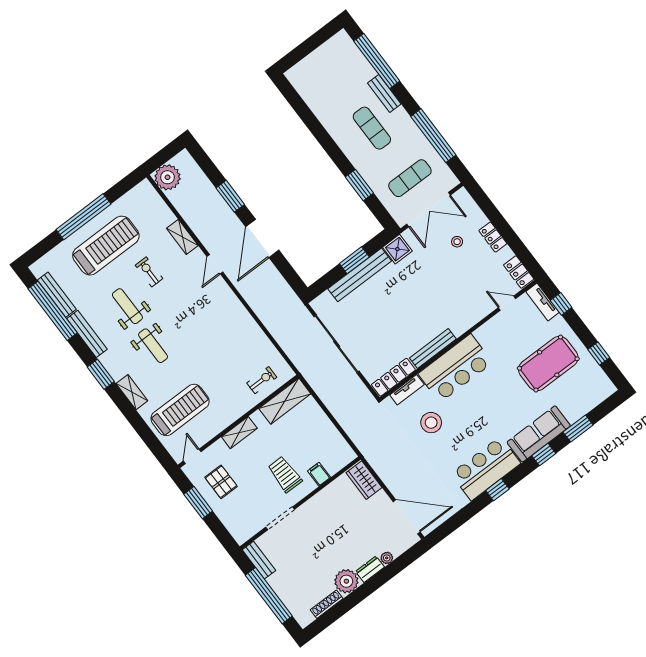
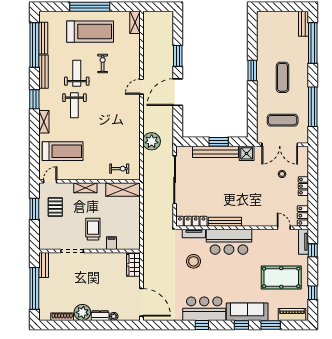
bench: (384, 94) -> (303, 24), moved
plant: (168, 177) -> (152, 141), moved
window: (359, 185) -> (252, 71), moved
shelving: (182, 237) -> (135, 22), moved
piano: (594, 397) -> (292, 314), added

